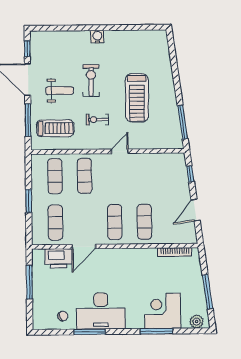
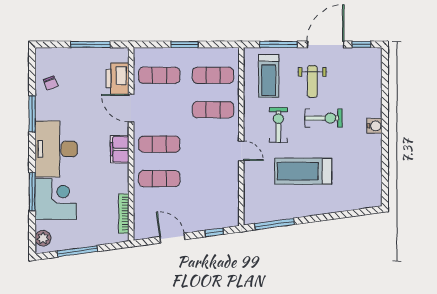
exercise bike: (97, 120) -> (278, 125), width x1.38, depth x1.39
filing cabinet: (119, 256) -> (120, 149), added
desk: (101, 311) -> (56, 149), moved

